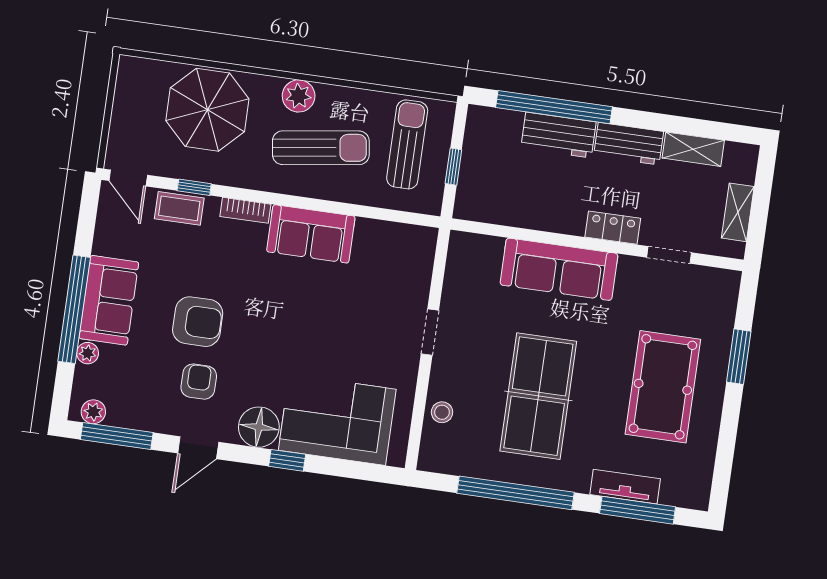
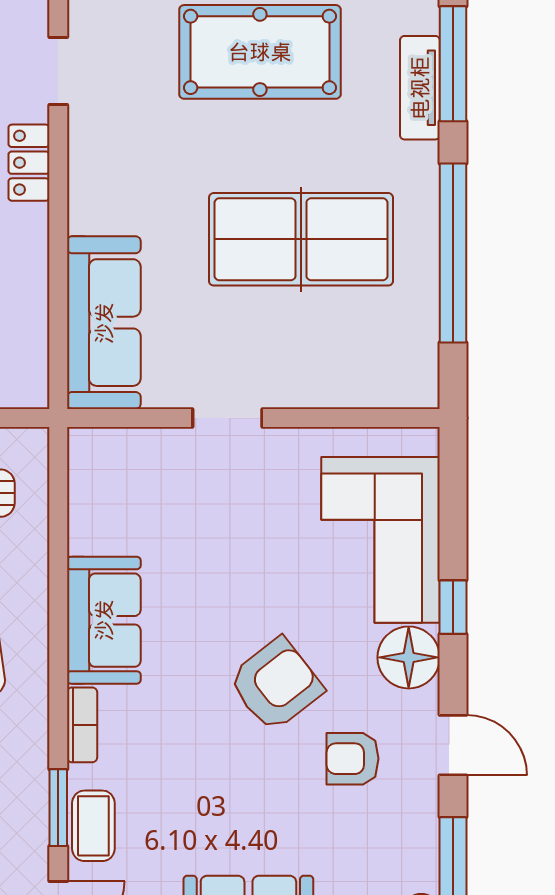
window: (194, 187) -> (58, 808), width x1.50
sofa: (559, 269) -> (104, 323), moved
armchair: (198, 322) -> (276, 685), moved, turned 52
stool: (442, 412) -> (346, 382), removed

